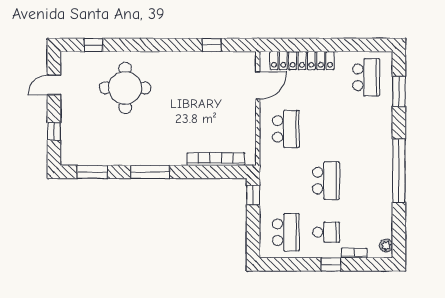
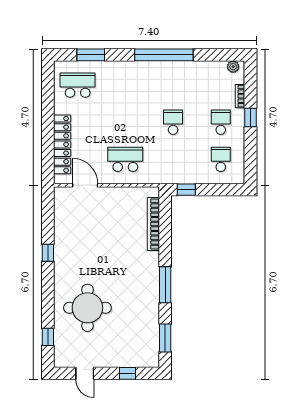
window: (212, 45) -> (48, 253), moved
school desk: (326, 181) -> (173, 122), width x0.54
school desk: (286, 232) -> (221, 159), width x0.54

